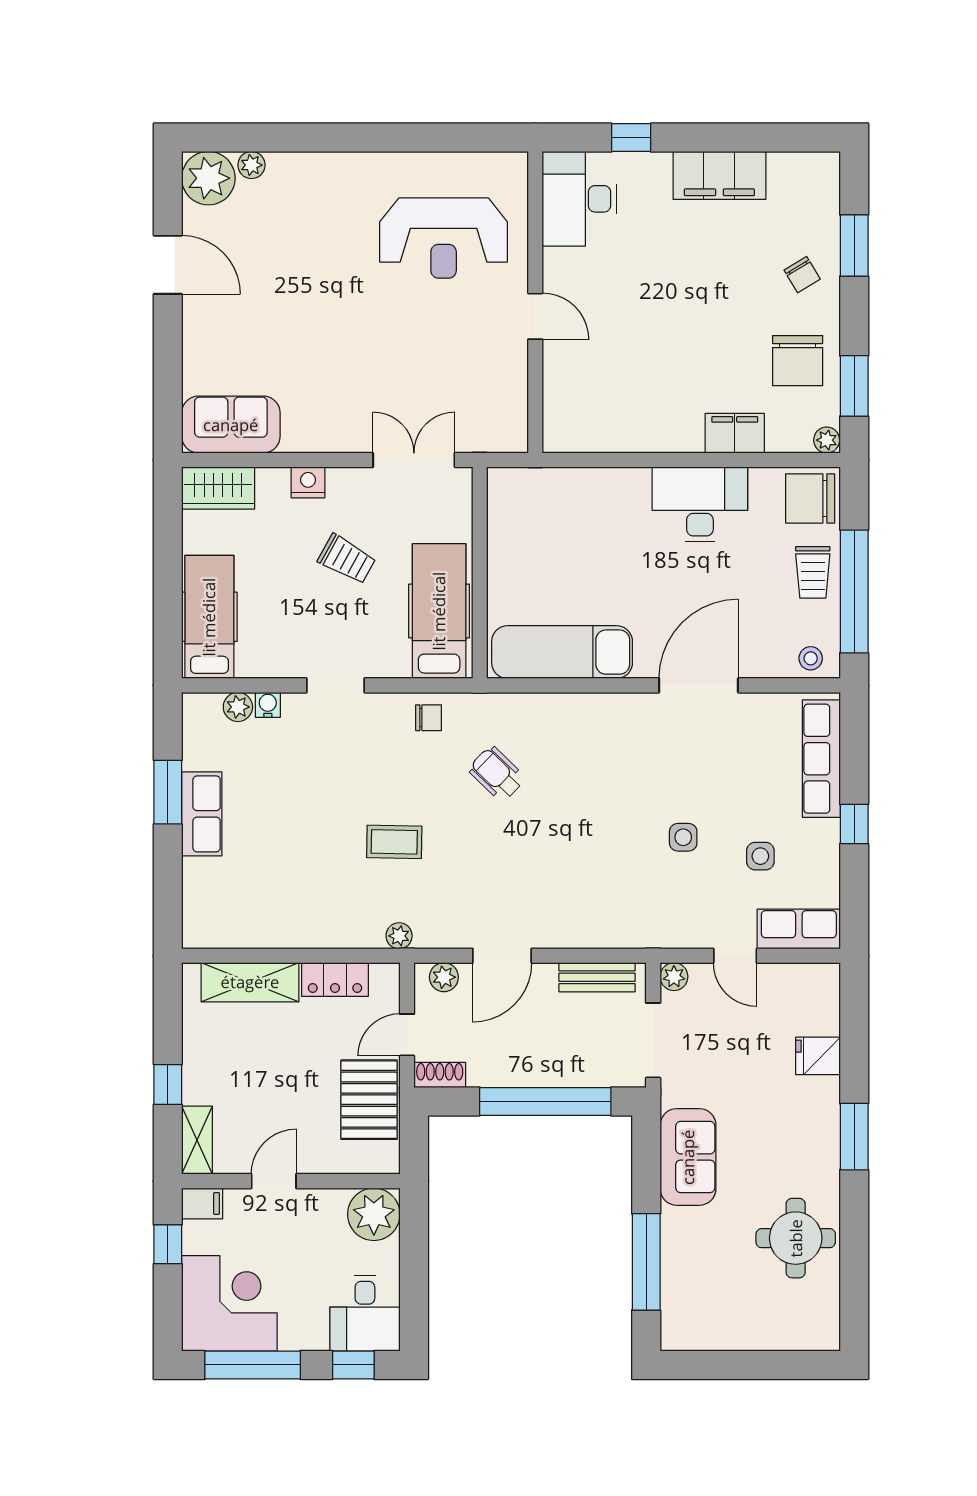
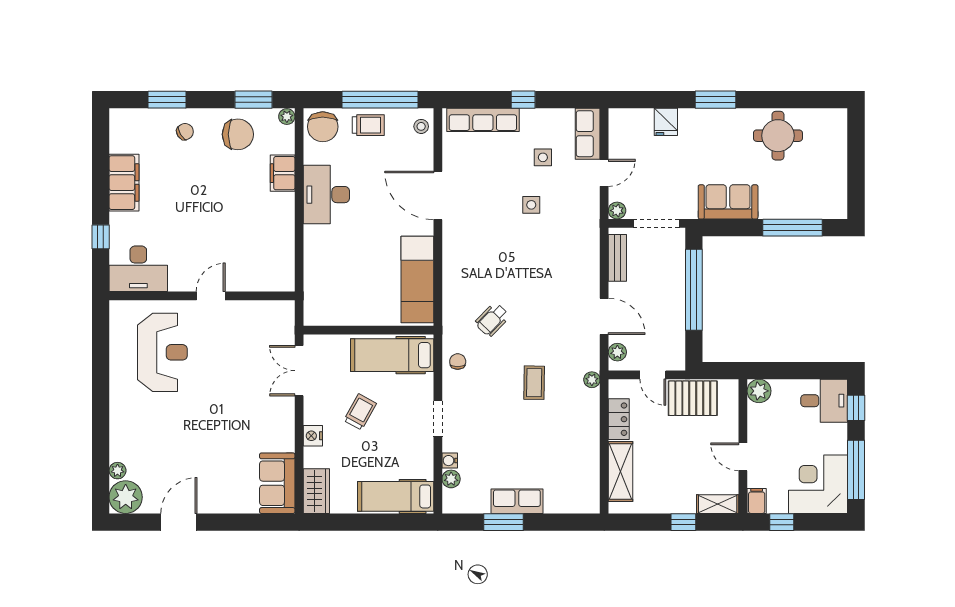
shoe rack: (440, 1075) -> (678, 355), removed
plant: (374, 1214) -> (759, 391), width x0.73, depth x0.73

